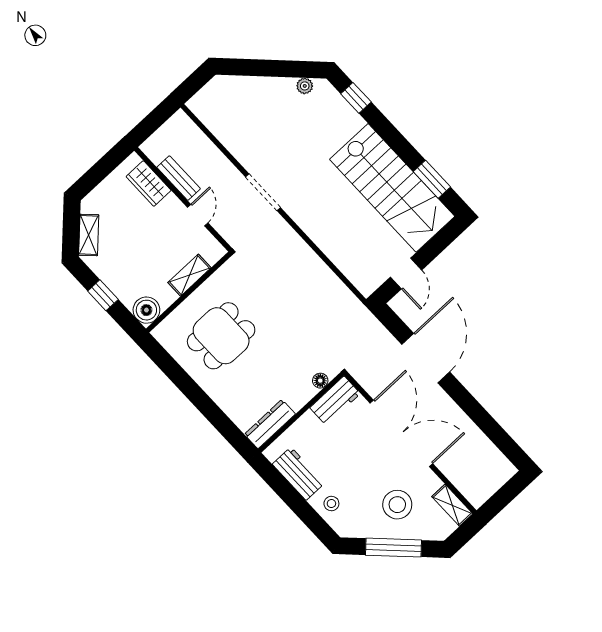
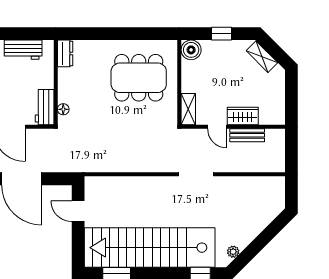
wardrobe: (149, 184) -> (243, 116), moved
stairs: (392, 188) -> (150, 248), width x1.36
shelving: (189, 275) -> (188, 109), moved
dining table: (221, 336) -> (139, 78), width x1.38
dresser: (270, 424) -> (65, 53), width x0.70

